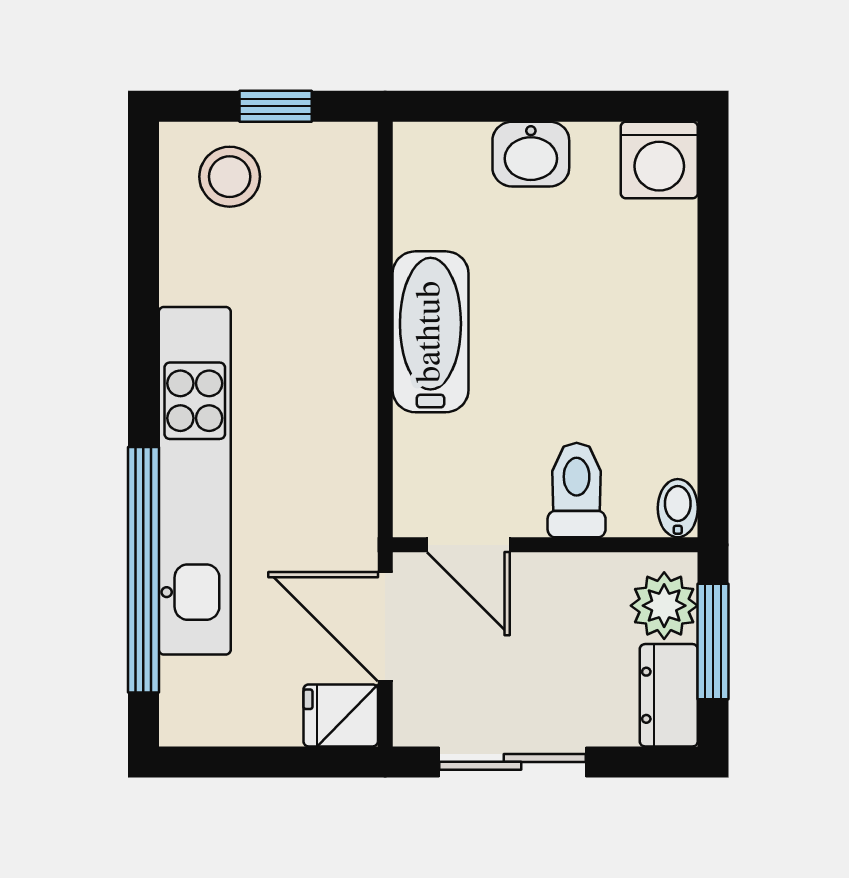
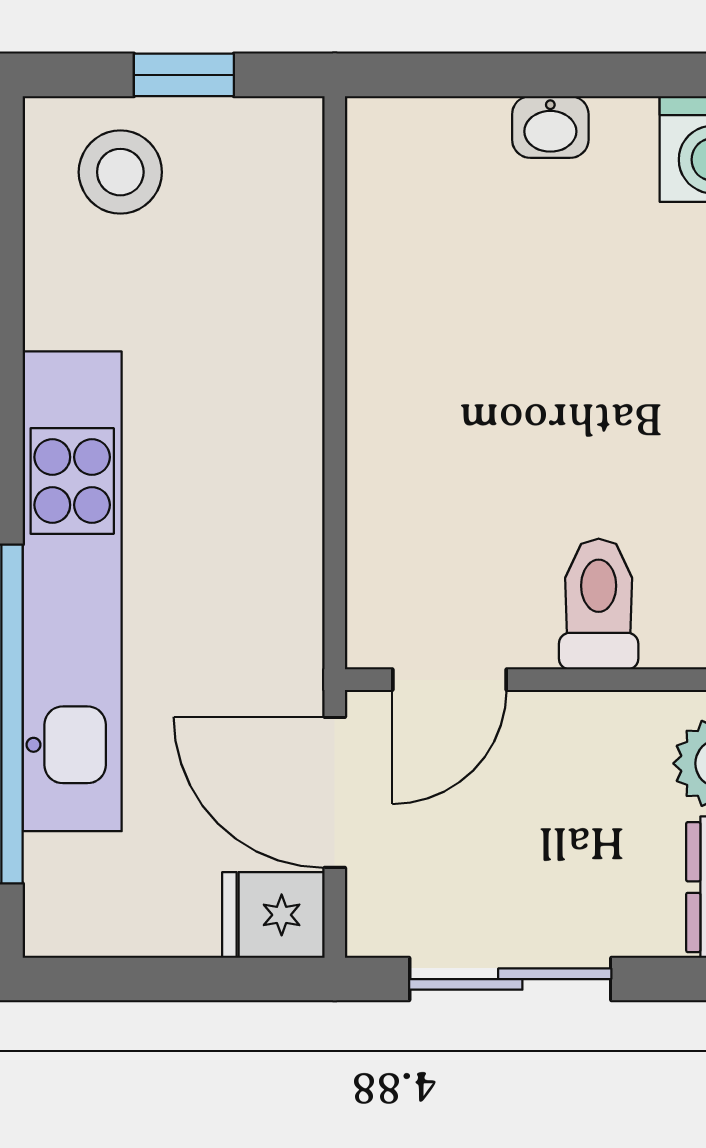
washbasin: (531, 154) -> (550, 127), width x0.72, depth x0.69
bathtub: (430, 332) -> (397, 386), removed
door: (468, 545) -> (449, 680), hinge flipped

